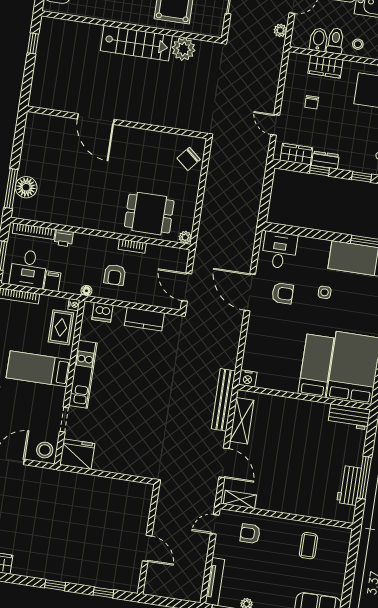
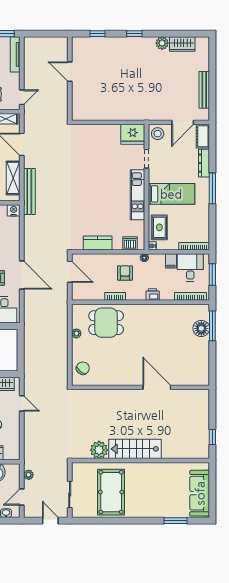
plant: (185, 237) -> (76, 333), moved
printer: (64, 238) -> (153, 295), moved
plant: (21, 567) -> (162, 43), added

